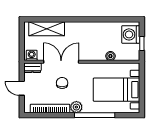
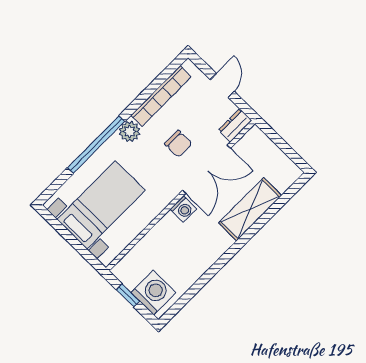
shelving: (47, 29) -> (250, 209), moved
washing machine: (32, 55) -> (183, 209), moved
boiler: (110, 56) -> (152, 239), removed
door: (22, 88) -> (222, 85), hinge flipped

